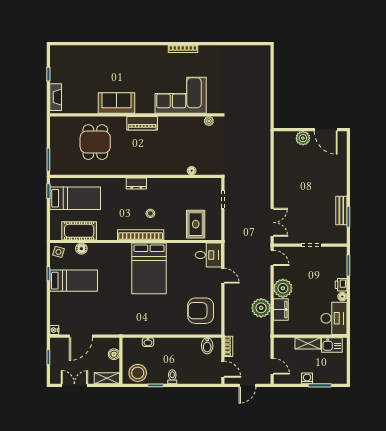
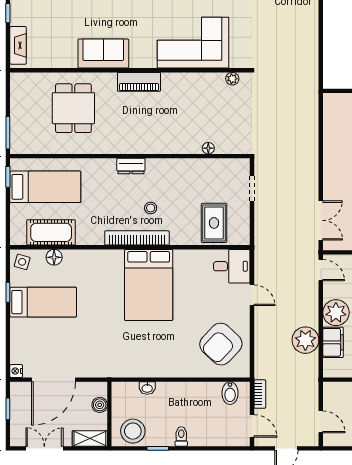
armchair: (201, 311) -> (221, 344), turned -47
door: (81, 336) -> (53, 380), width x1.36

